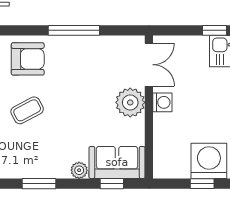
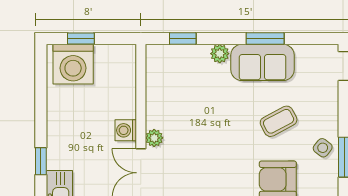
plant: (130, 102) -> (154, 138), width x0.53, depth x0.53
sofa: (117, 162) -> (262, 62), moved

